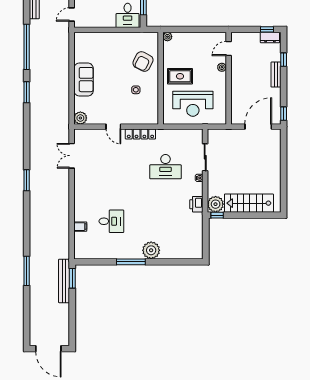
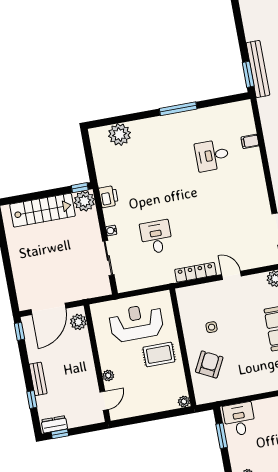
plant: (237, 112) -> (78, 322), added
desk: (166, 167) -> (156, 237), width x0.73
plant: (151, 250) -> (119, 134), moved

